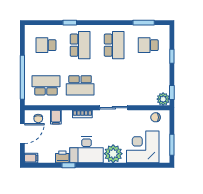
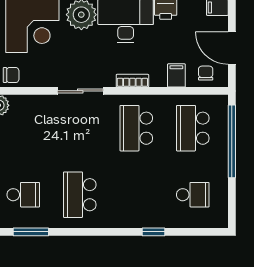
school desk: (80, 45) -> (136, 195), removed
school desk: (46, 85) -> (193, 128), turned 90
school desk: (80, 85) -> (136, 128), turned -90
door: (22, 134) -> (232, 48), hinge flipped

